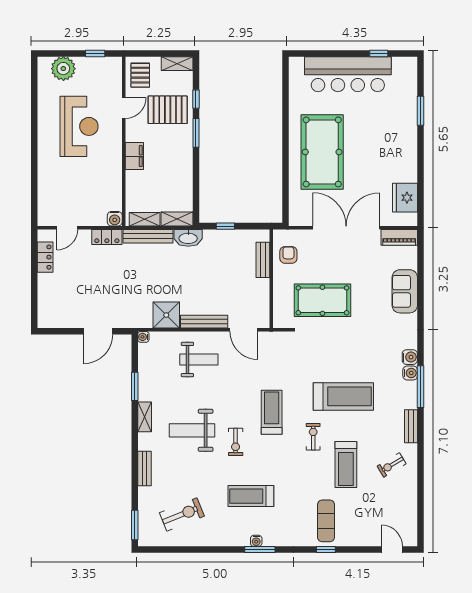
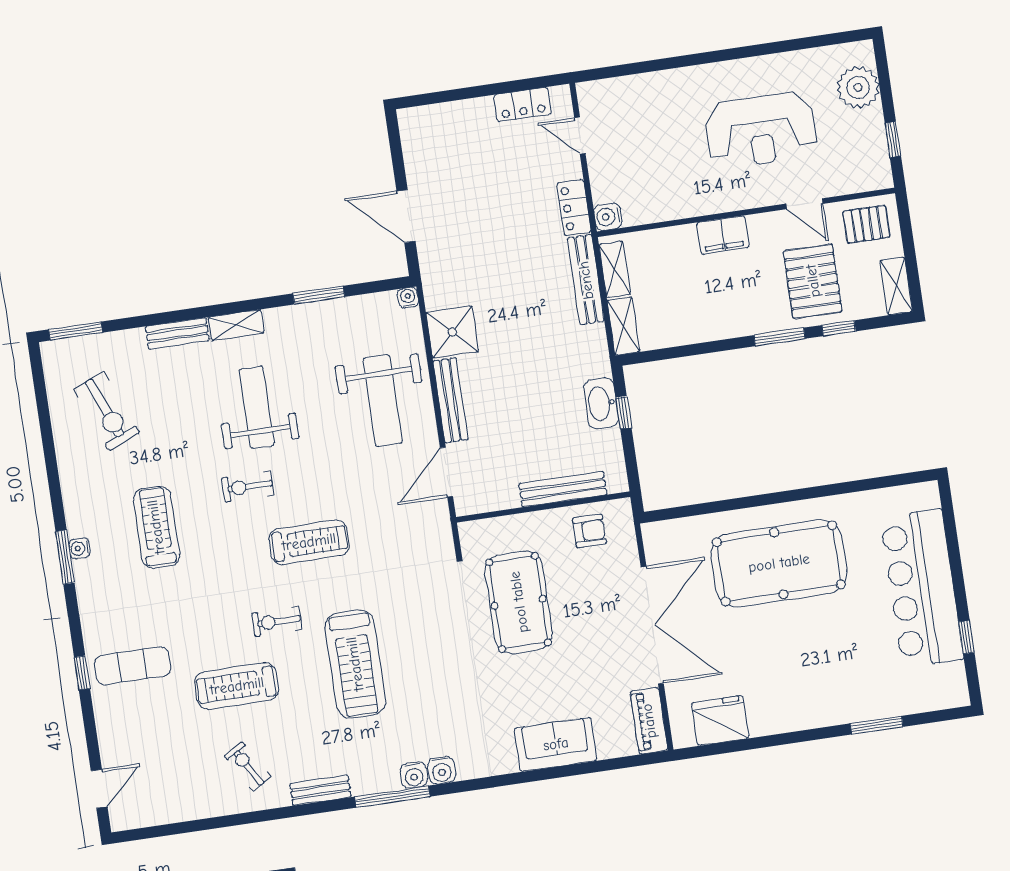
washbasin: (188, 238) -> (601, 403), moved
bench: (263, 260) -> (563, 489), width x1.36
weight bench: (199, 360) -> (383, 401), width x1.36, depth x1.33
shelving: (145, 417) -> (236, 325), moved
exercise bike: (313, 437) -> (277, 621), turned 180

